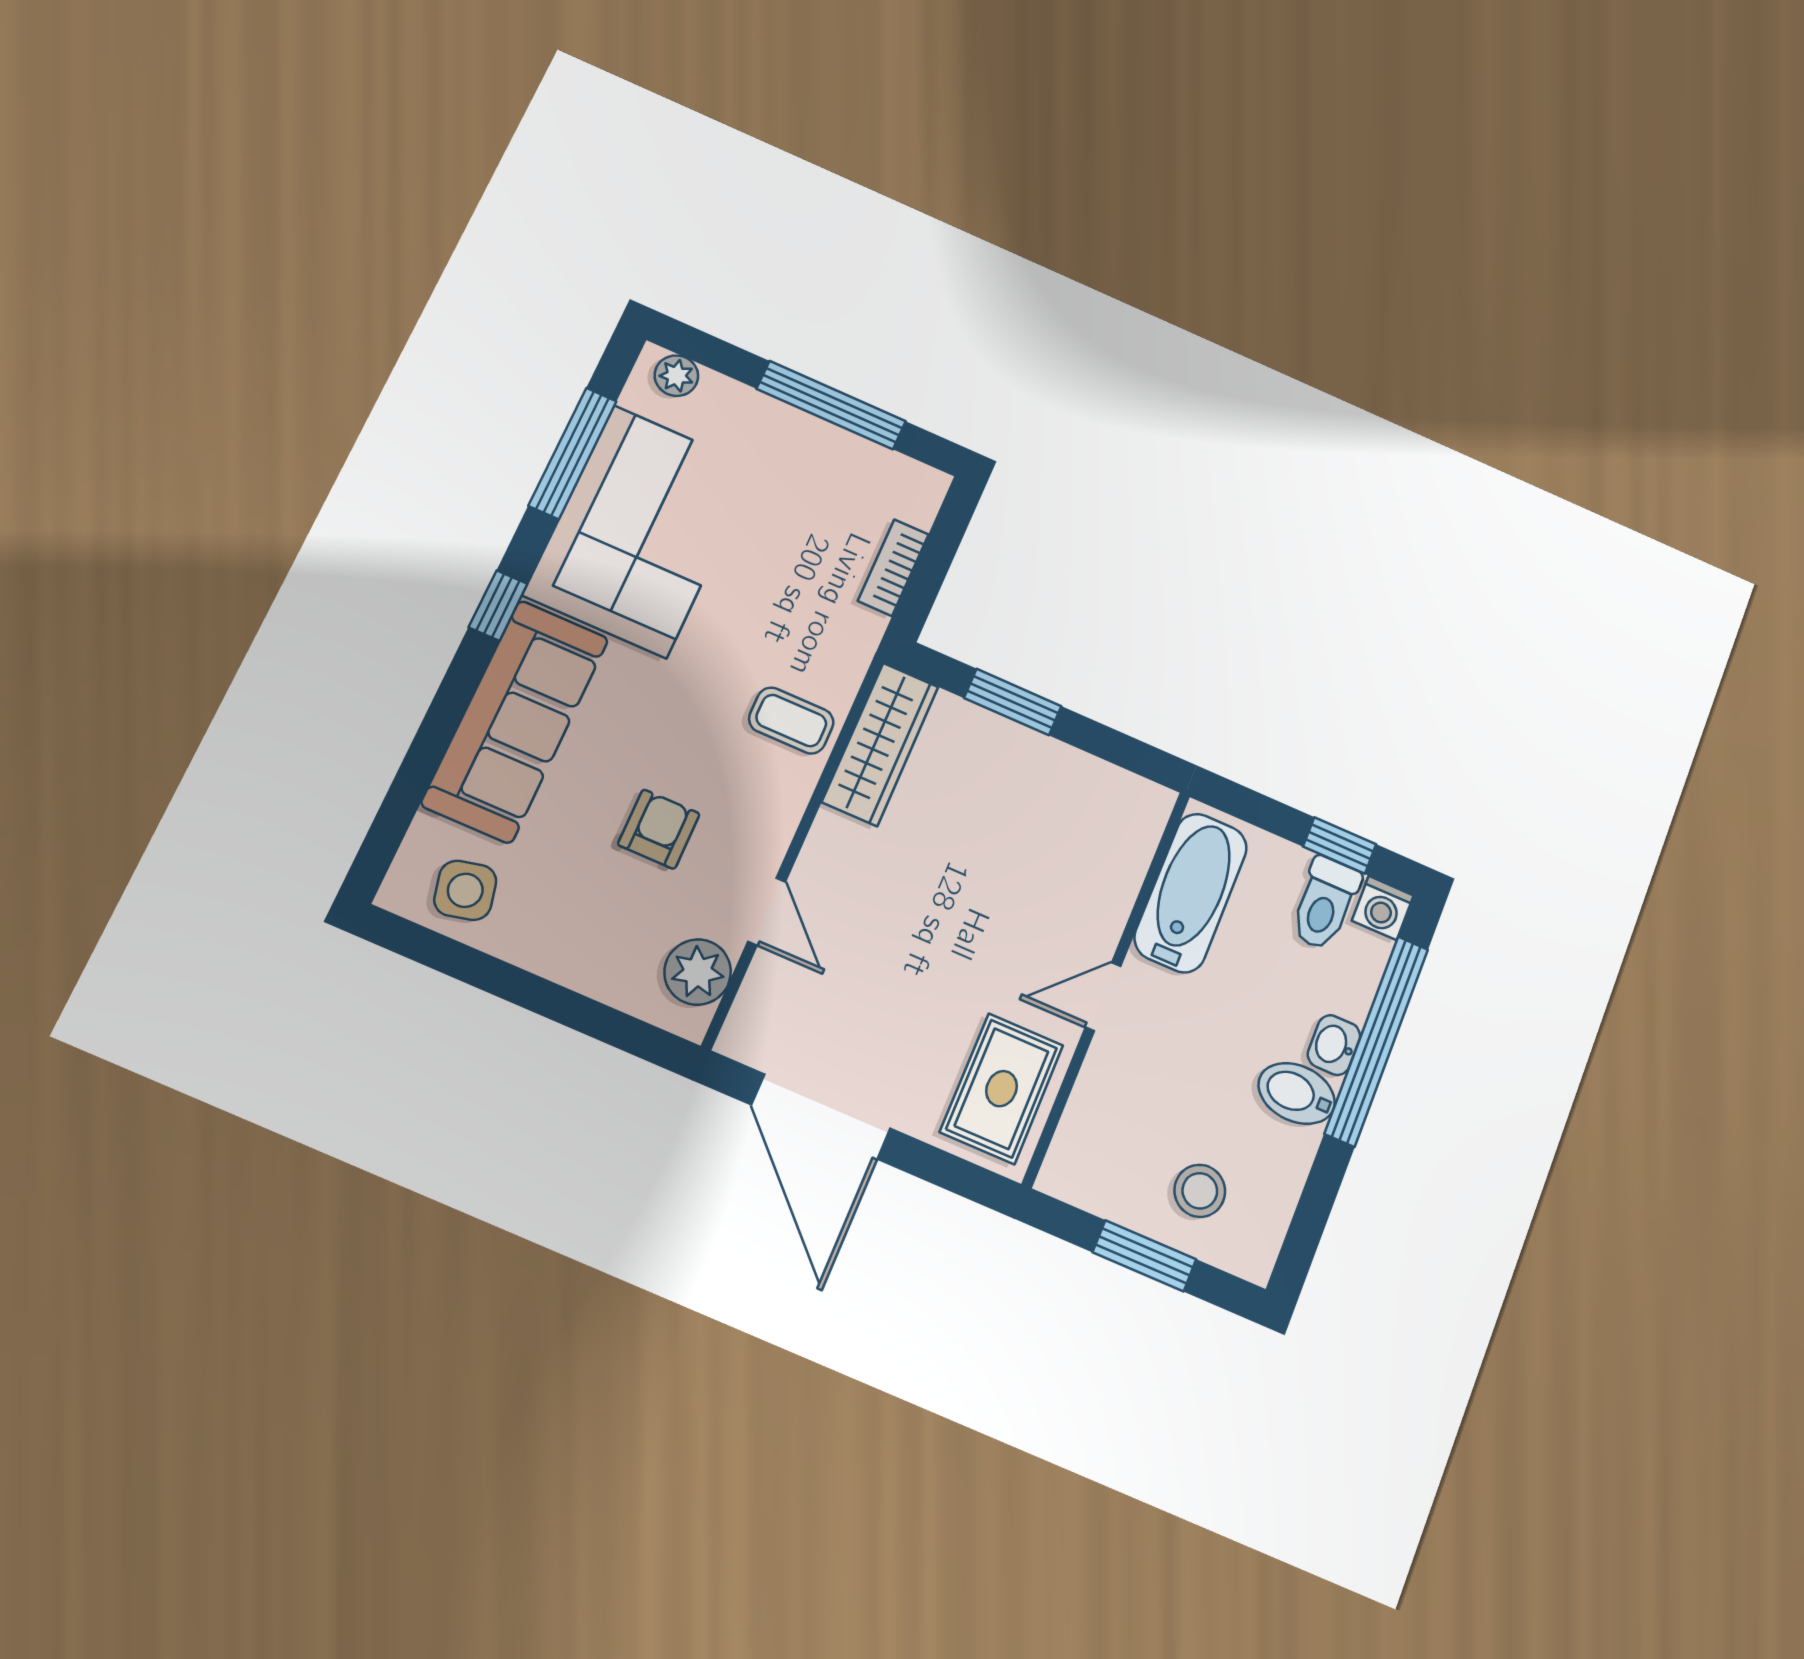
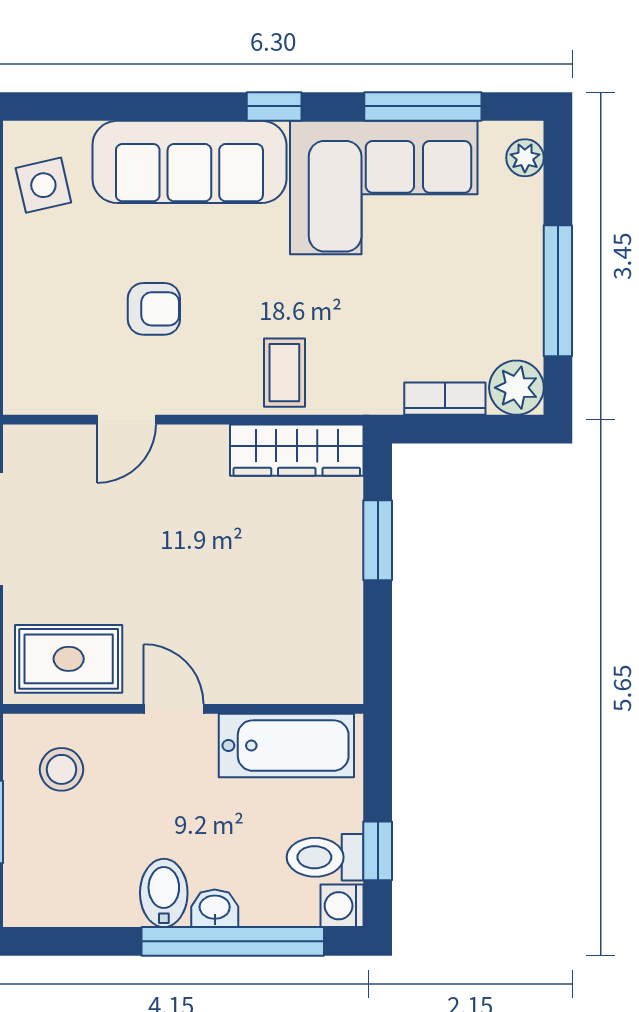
plant: (698, 972) -> (516, 388), moved
stool: (1200, 1191) -> (61, 769), moved

